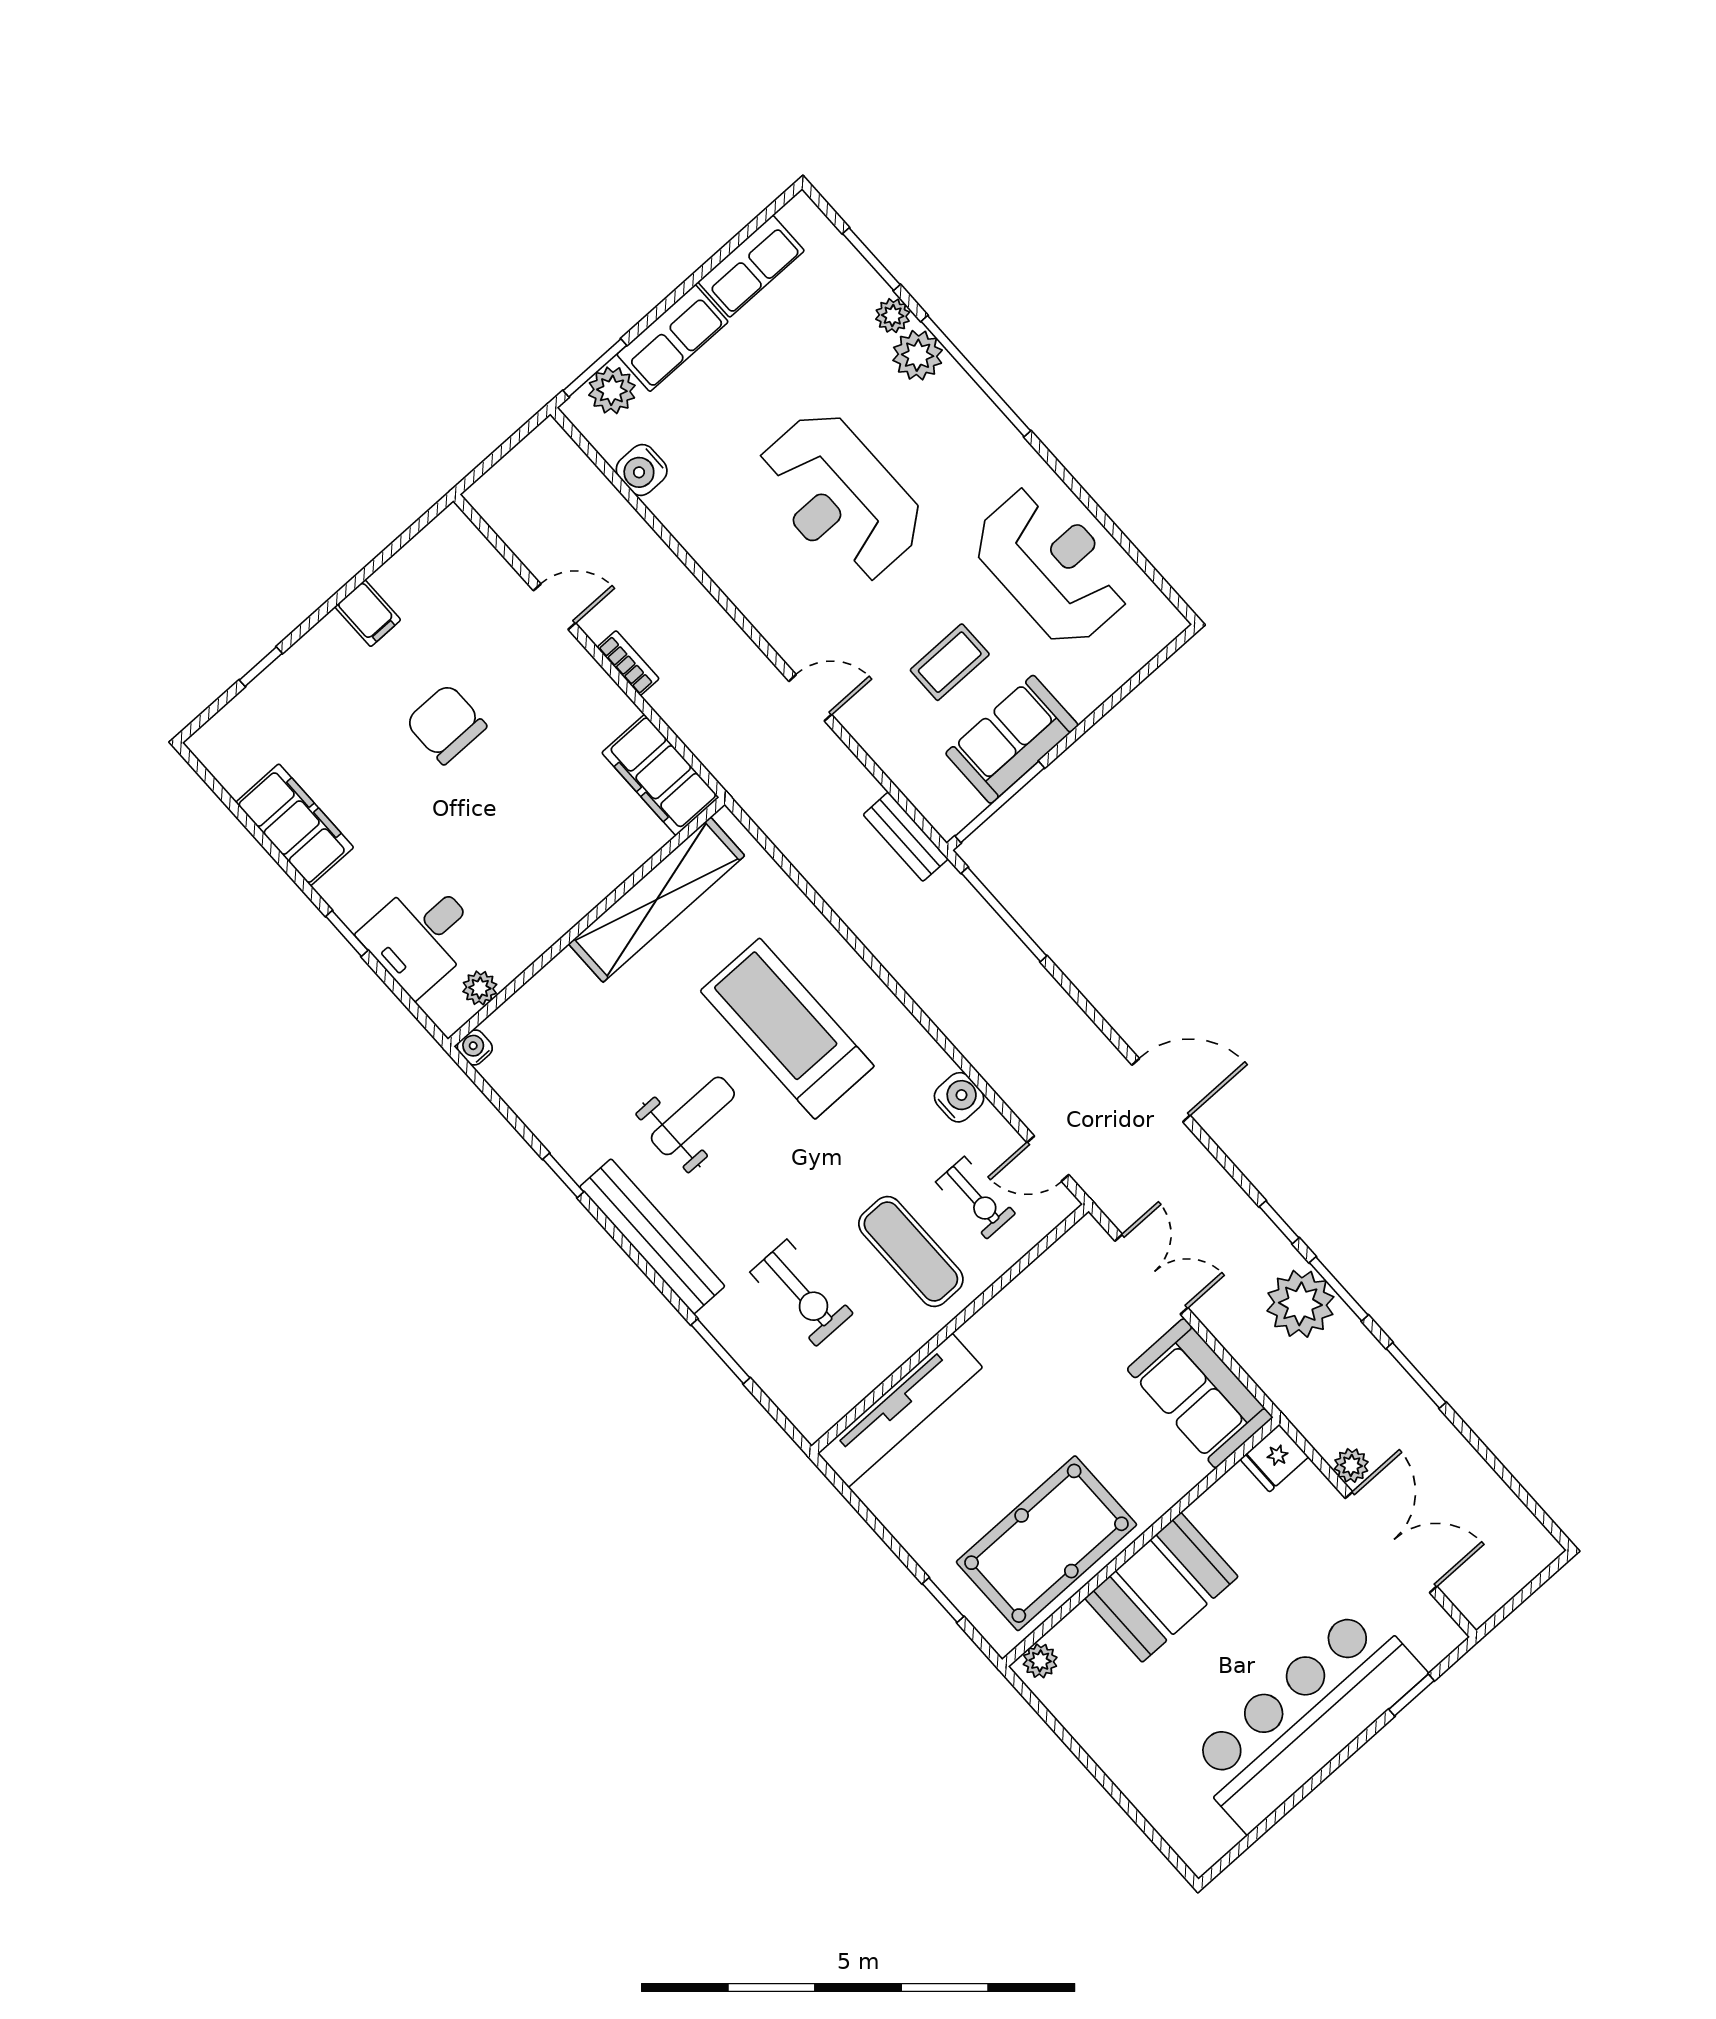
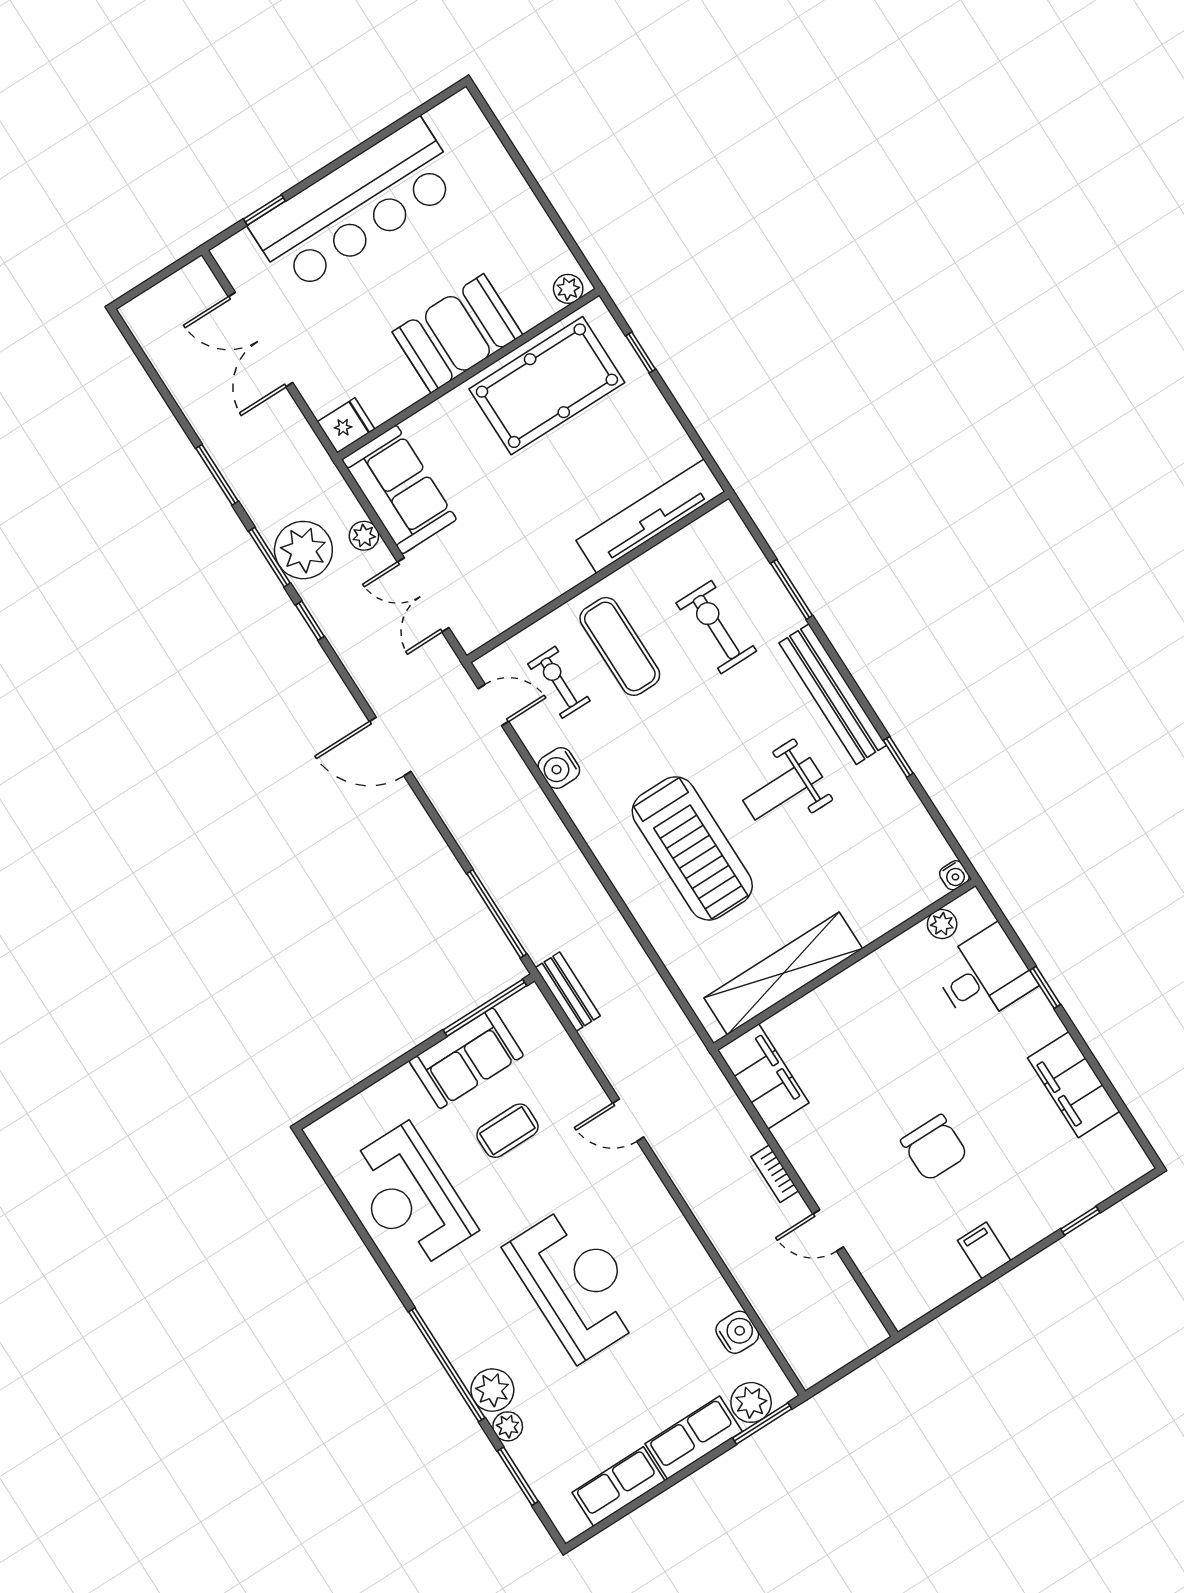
plant: (1351, 1465) -> (364, 536), moved

